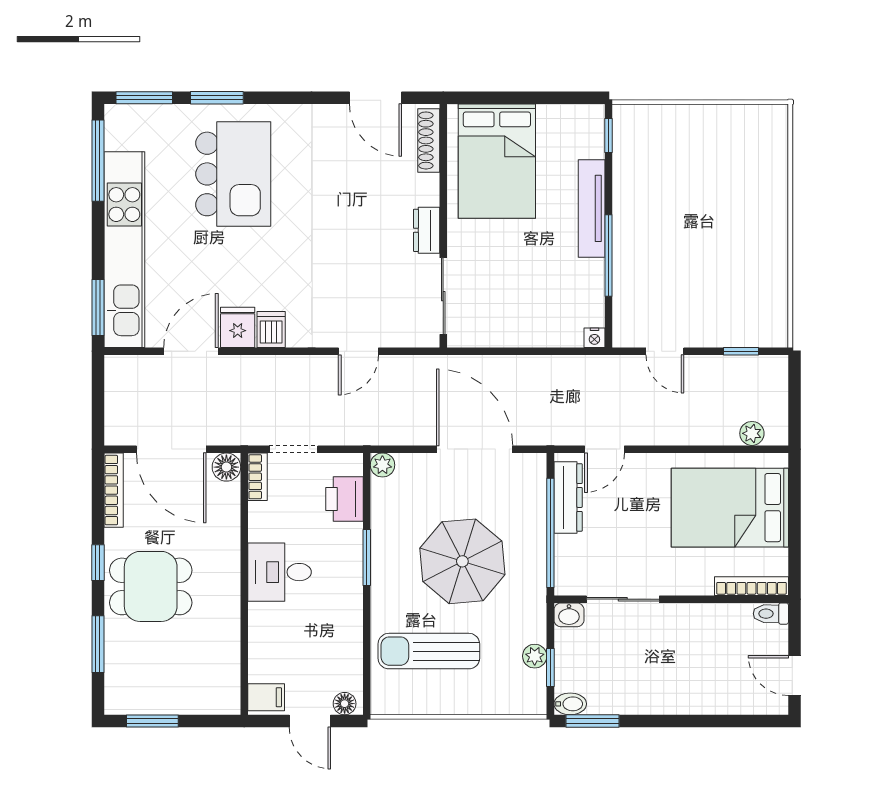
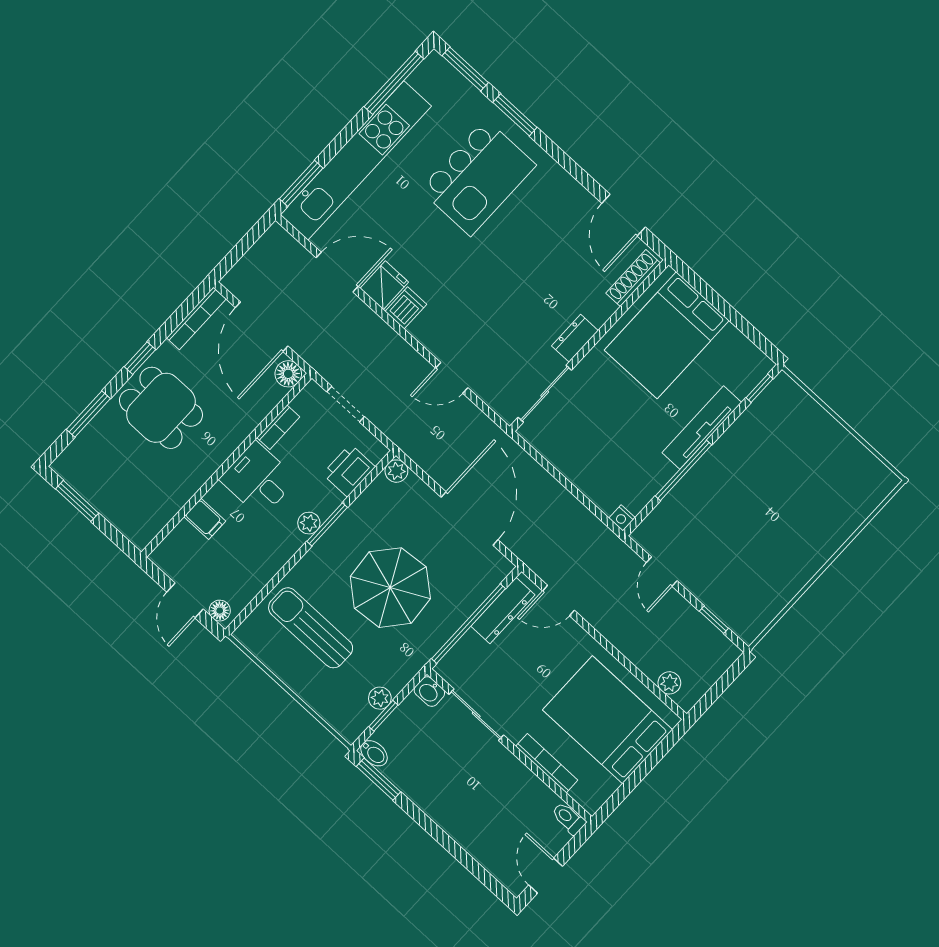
bookcase: (257, 477) -> (278, 427), moved
plant: (351, 570) -> (309, 523), added
bookcase: (752, 586) -> (547, 763), moved
filing cabinet: (266, 697) -> (205, 519), moved

